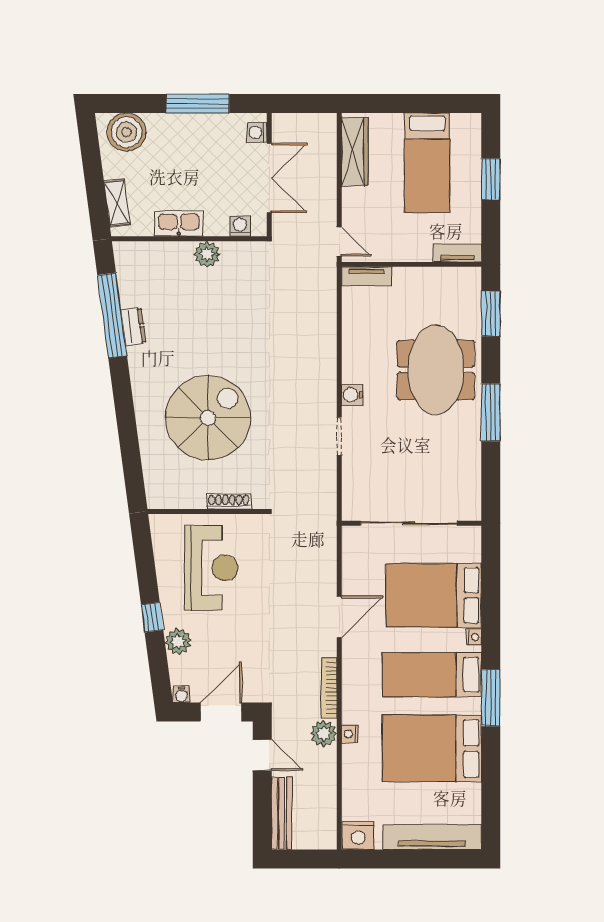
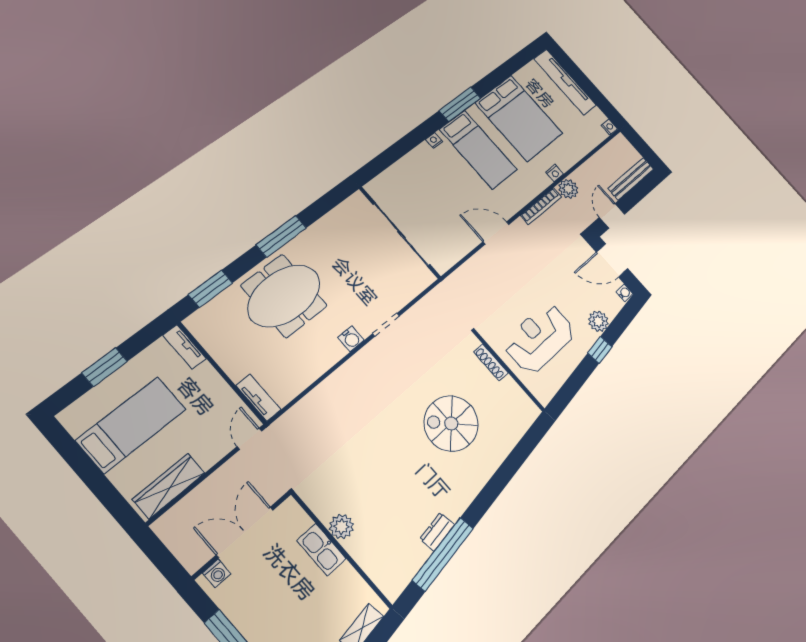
kitchen sink: (179, 224) -> (322, 550), moved
washing machine: (240, 226) -> (300, 521), removed
spiral stairs: (208, 418) -> (451, 423), width x0.73, depth x0.73
bed: (434, 595) -> (431, 184), removed
nightstand: (358, 835) -> (609, 127), width x0.53, depth x0.56

